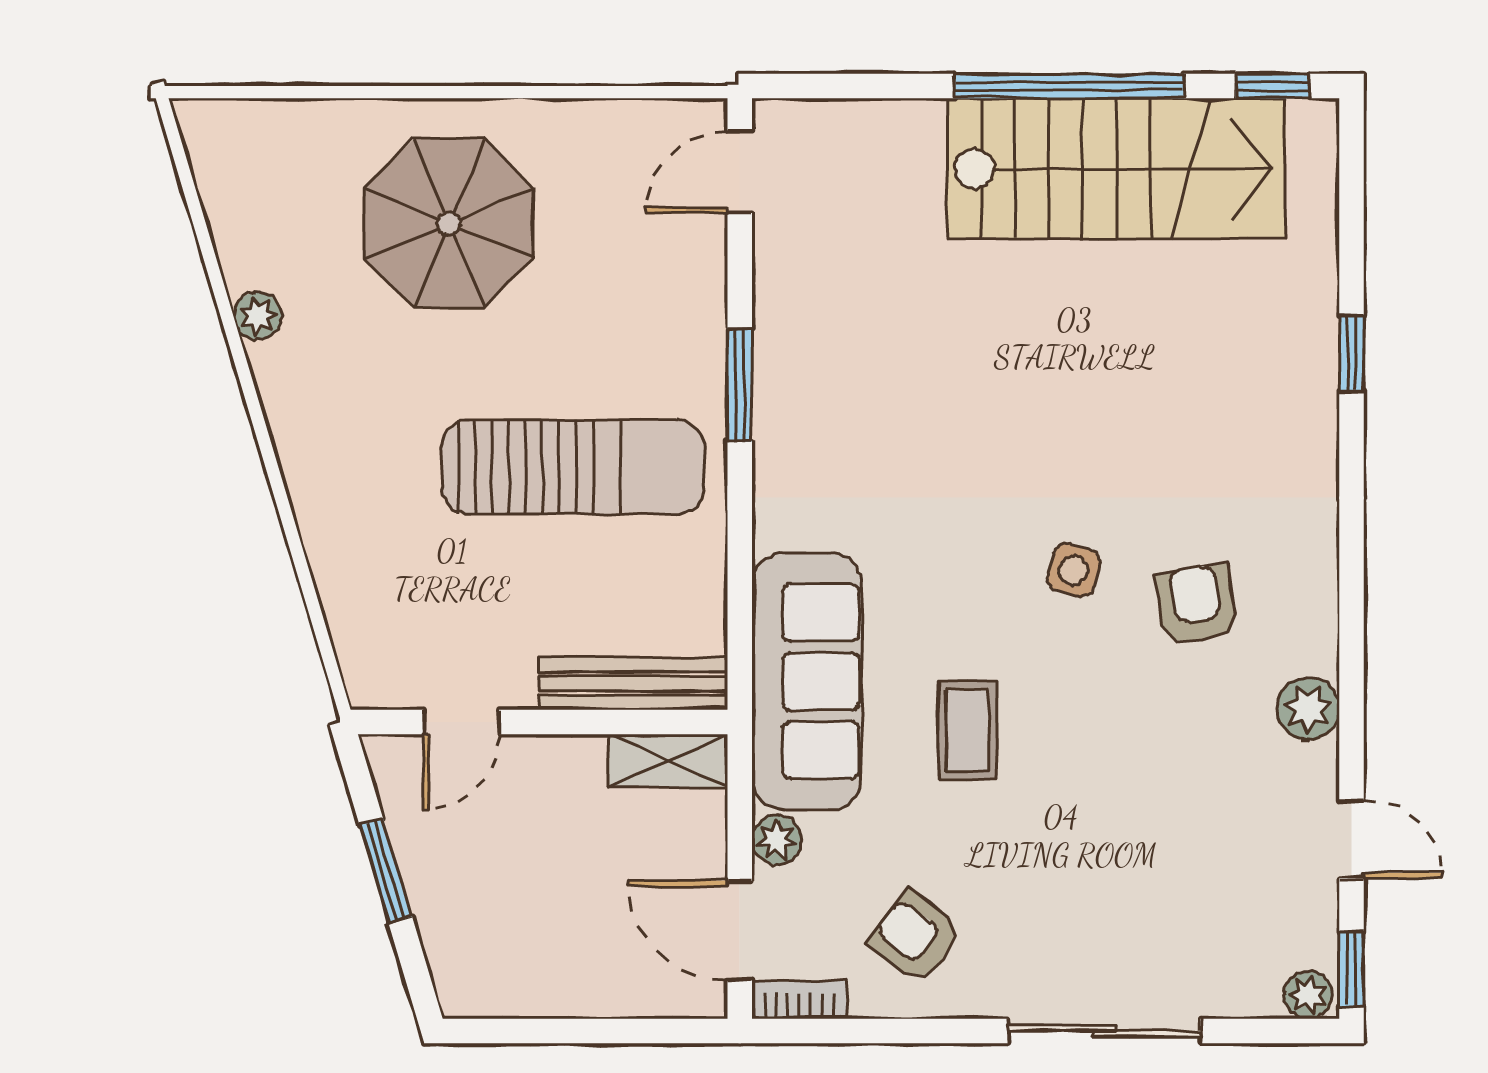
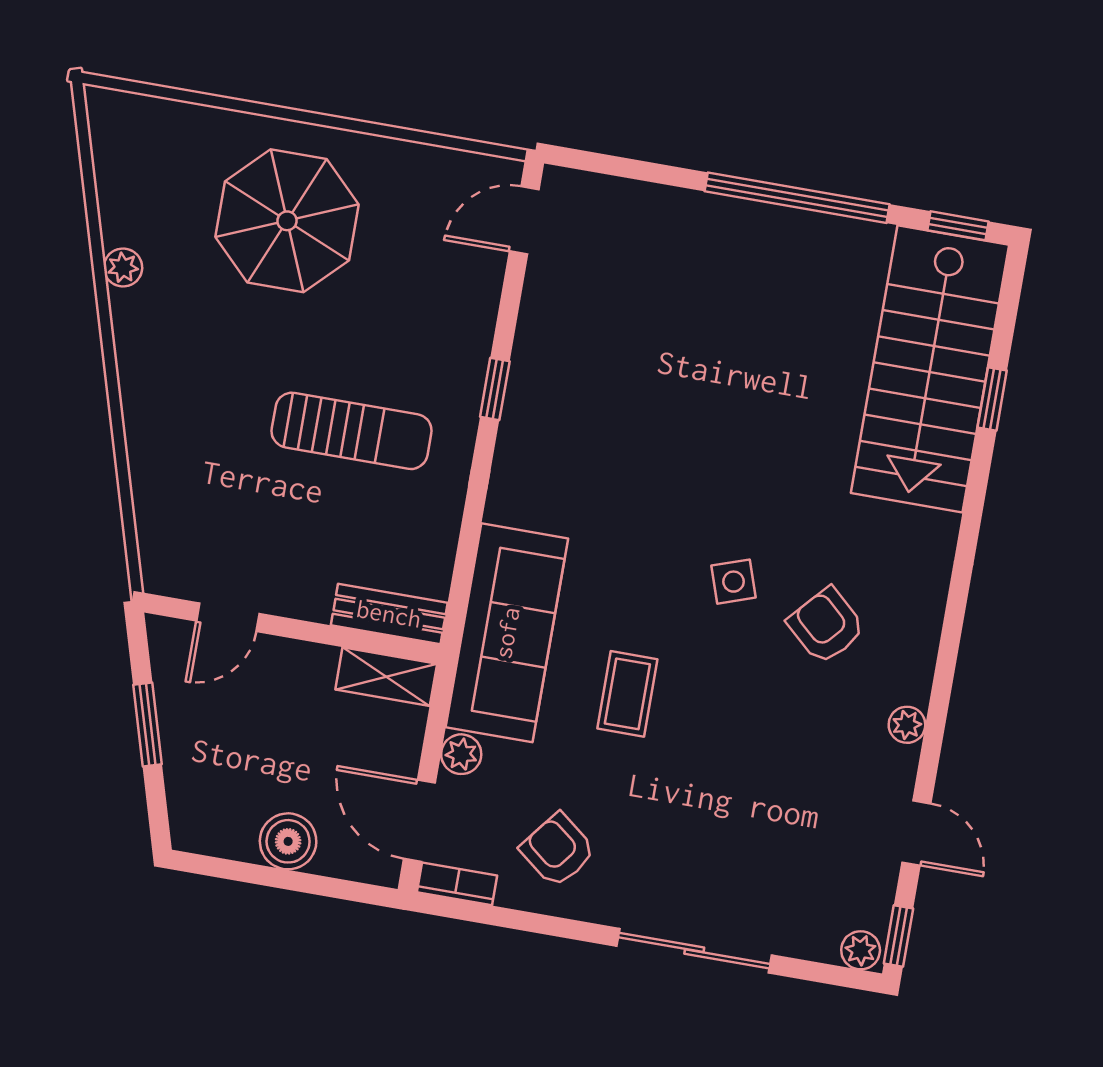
stairs: (1116, 169) -> (930, 369), moved, turned 90
window: (1351, 353) -> (992, 399), moved
window: (740, 385) -> (495, 389), width x0.67
sun lounger: (573, 467) -> (352, 431), width x0.73, depth x0.75
side table: (1073, 570) -> (734, 582), turned -35
armchair: (1197, 604) -> (826, 626), turned -39
bench: (633, 683) -> (389, 614), width x0.73
plant: (1308, 709) -> (907, 725), width x0.73, depth x0.73
boiler: (583, 984) -> (288, 841), added

